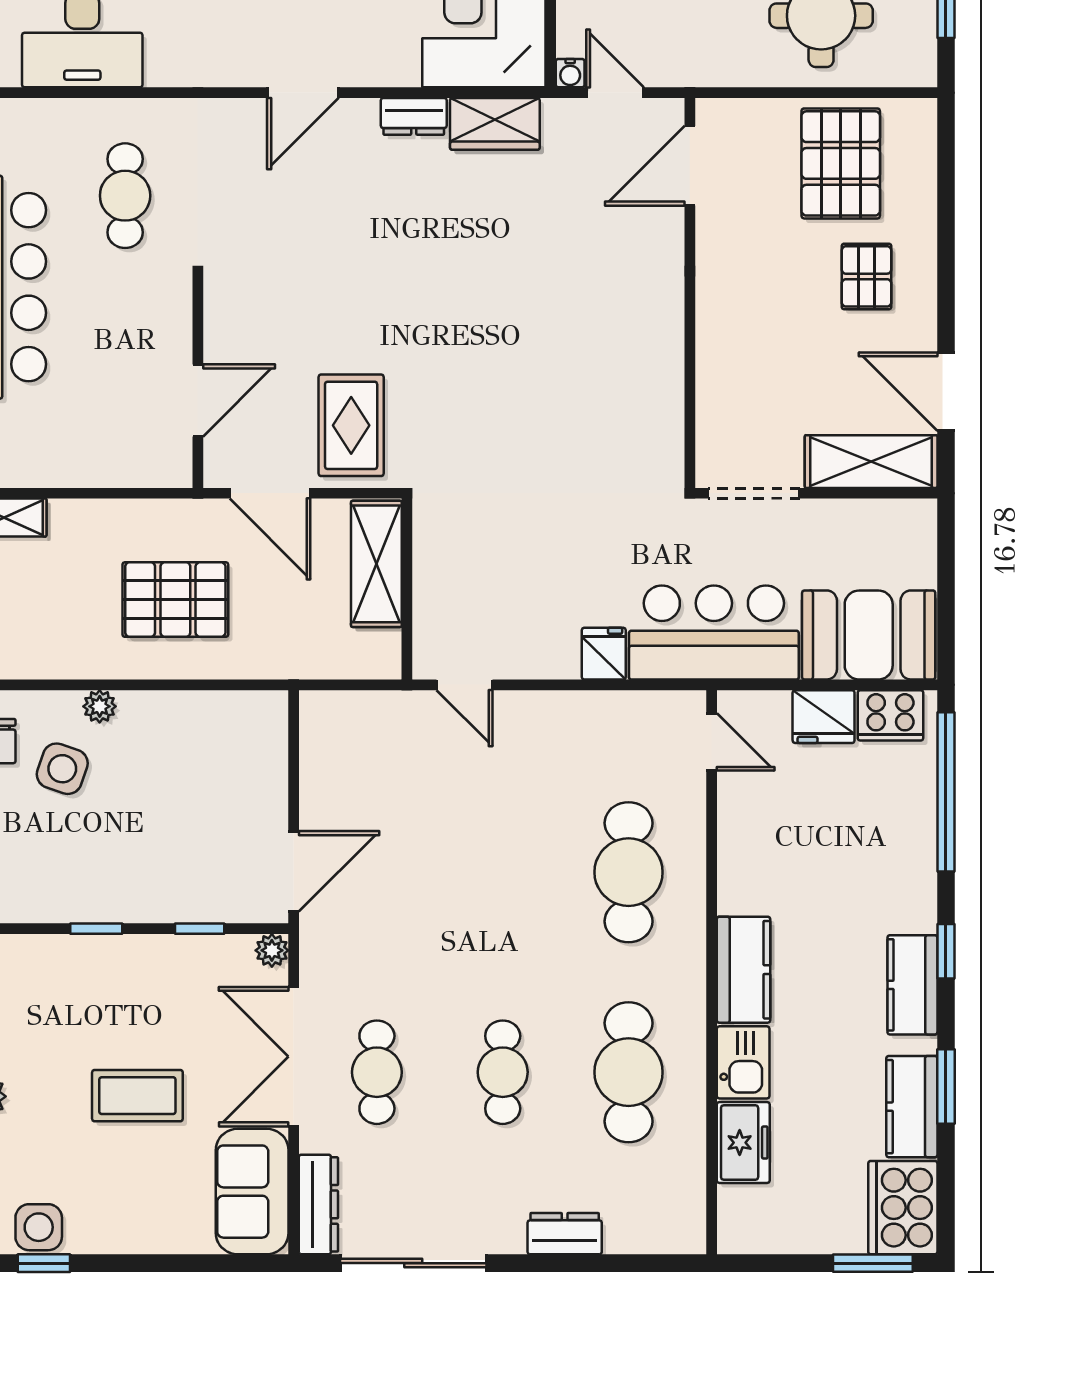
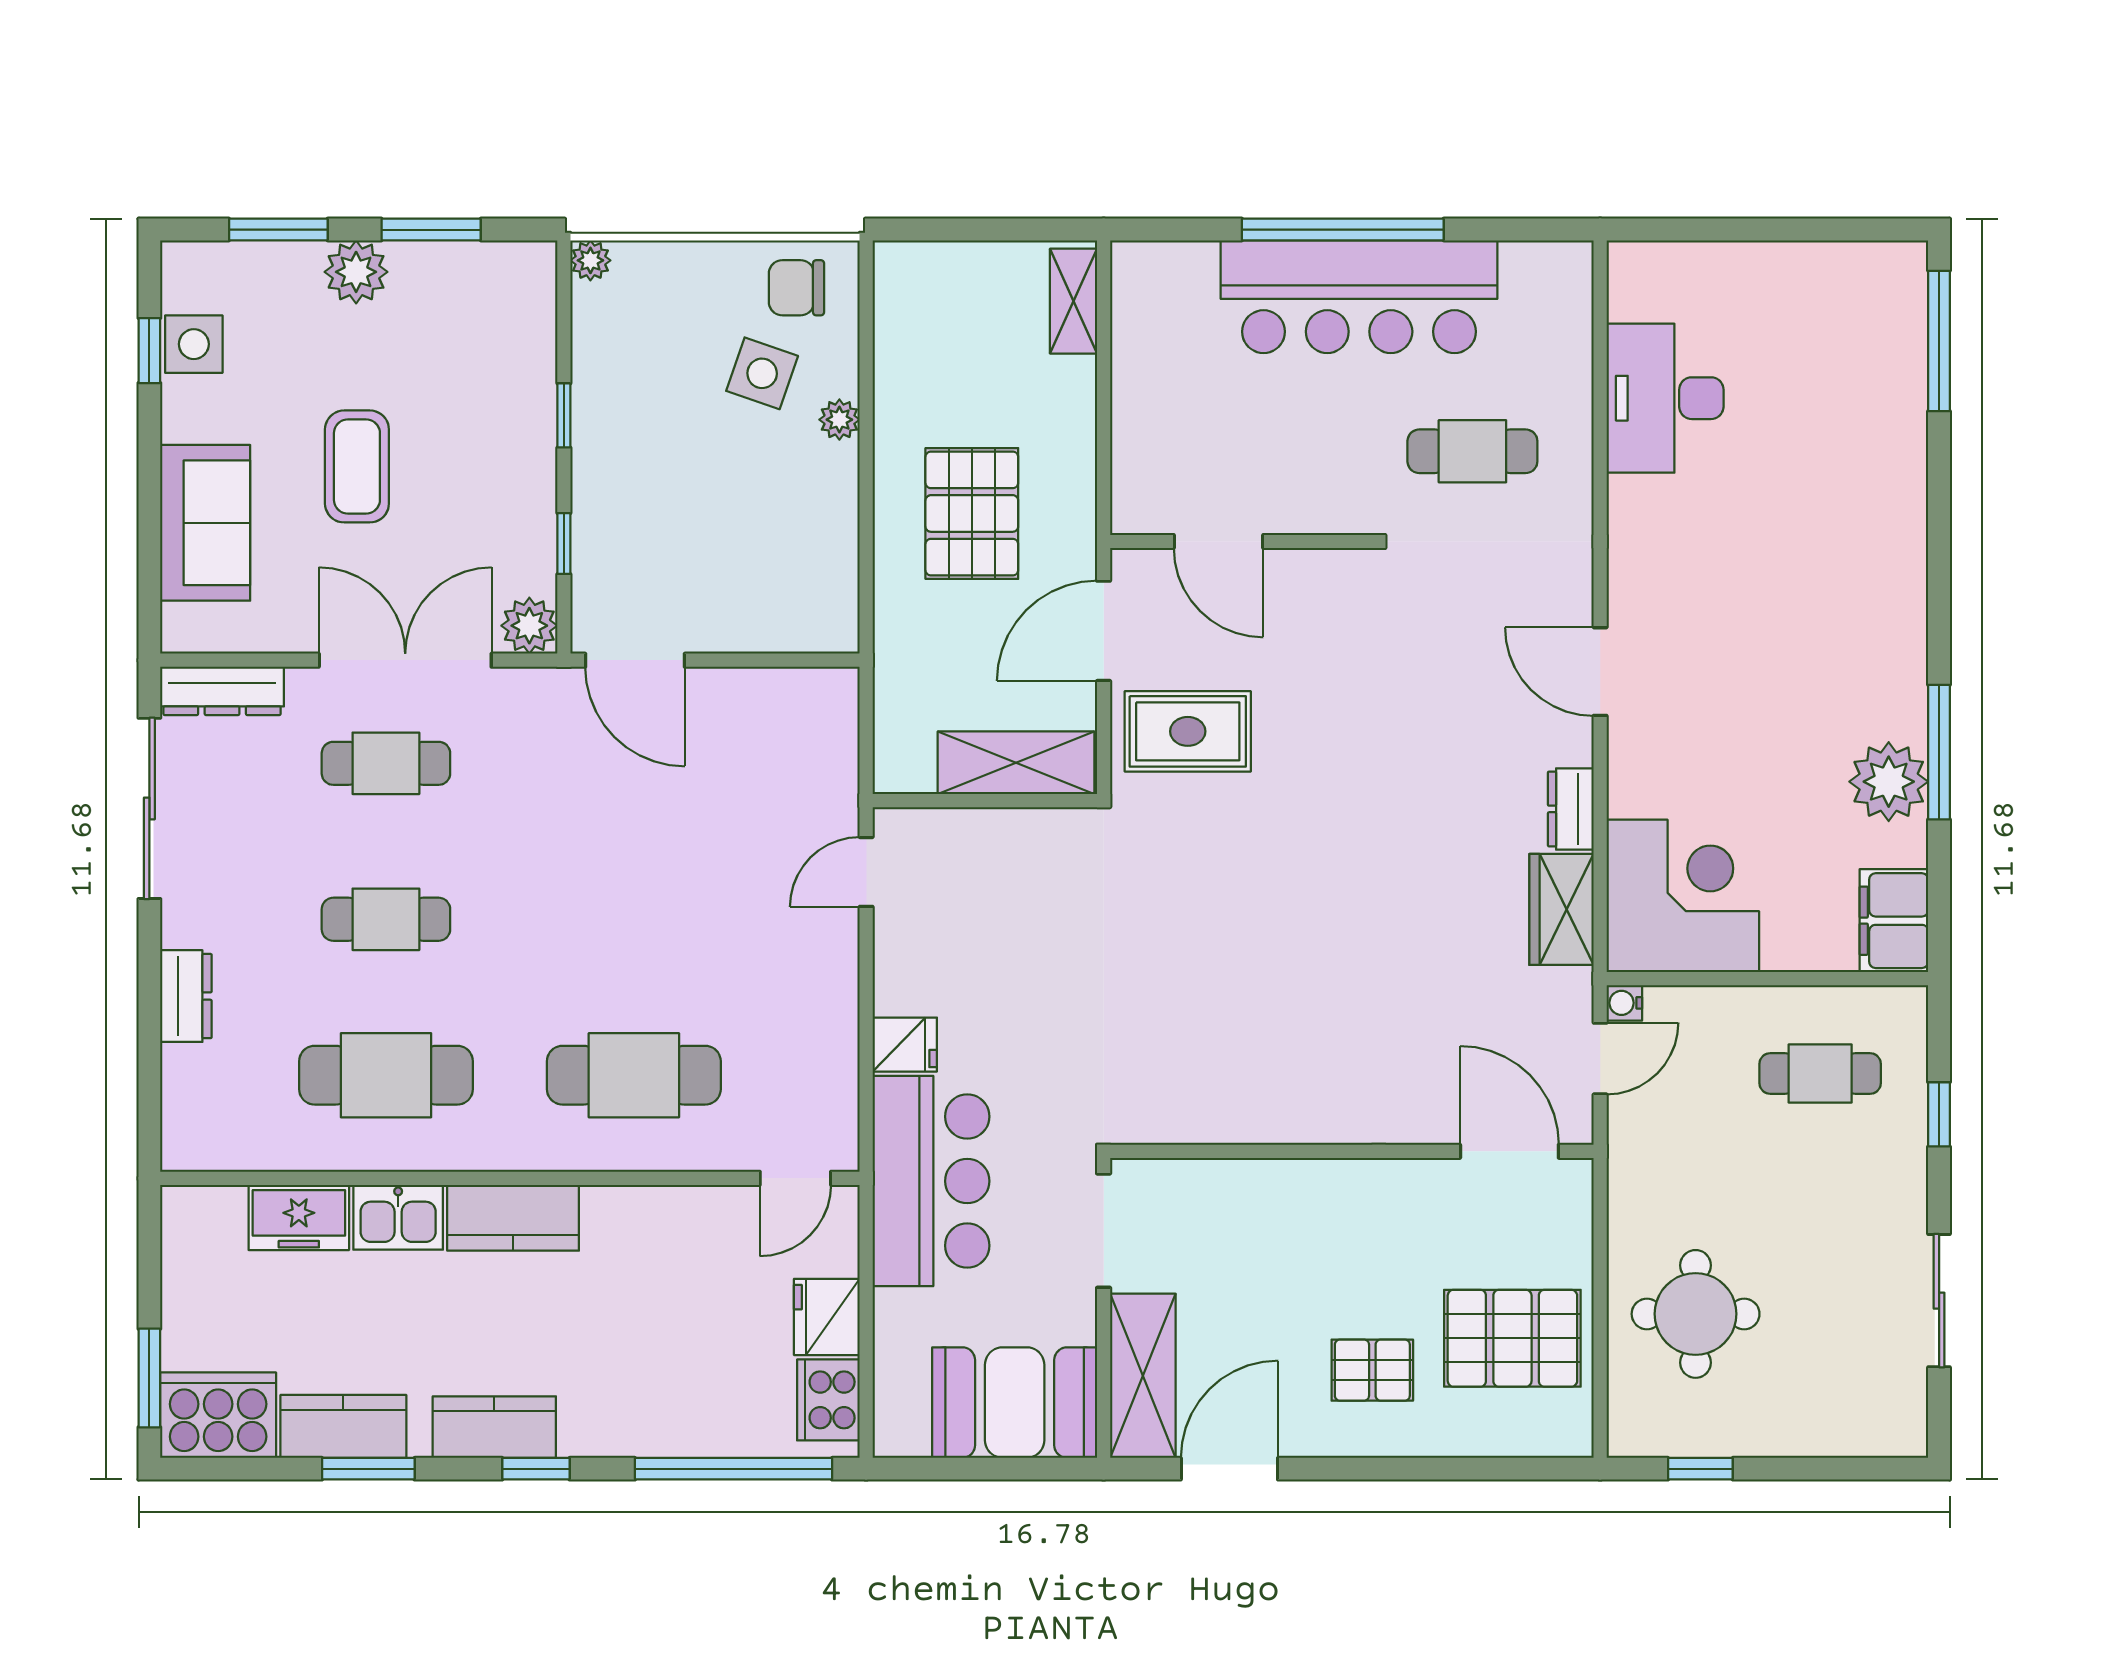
booth: (869, 635) -> (1015, 1403), moved, turned 90
plant: (272, 950) -> (529, 626), width x1.38, depth x1.38
sofa: (252, 1192) -> (205, 523), moved, turned 90

